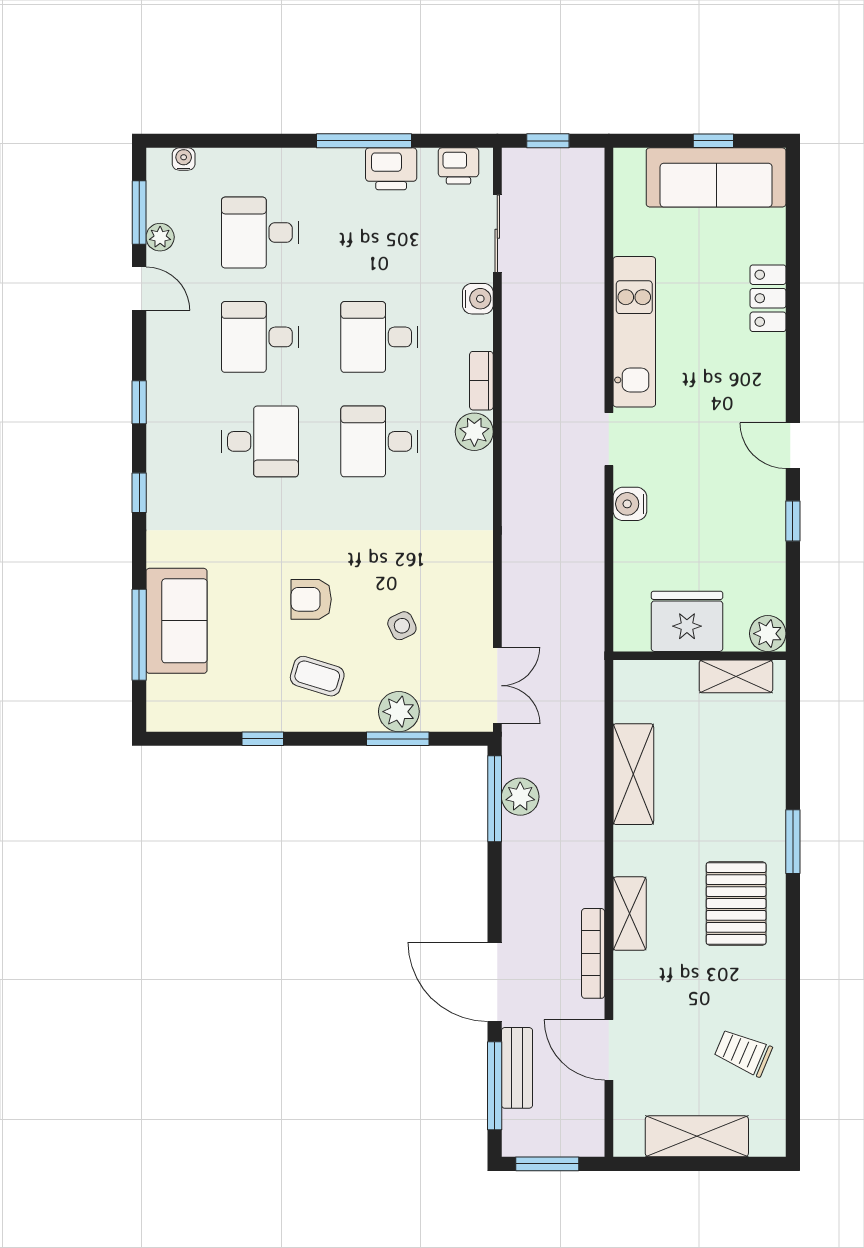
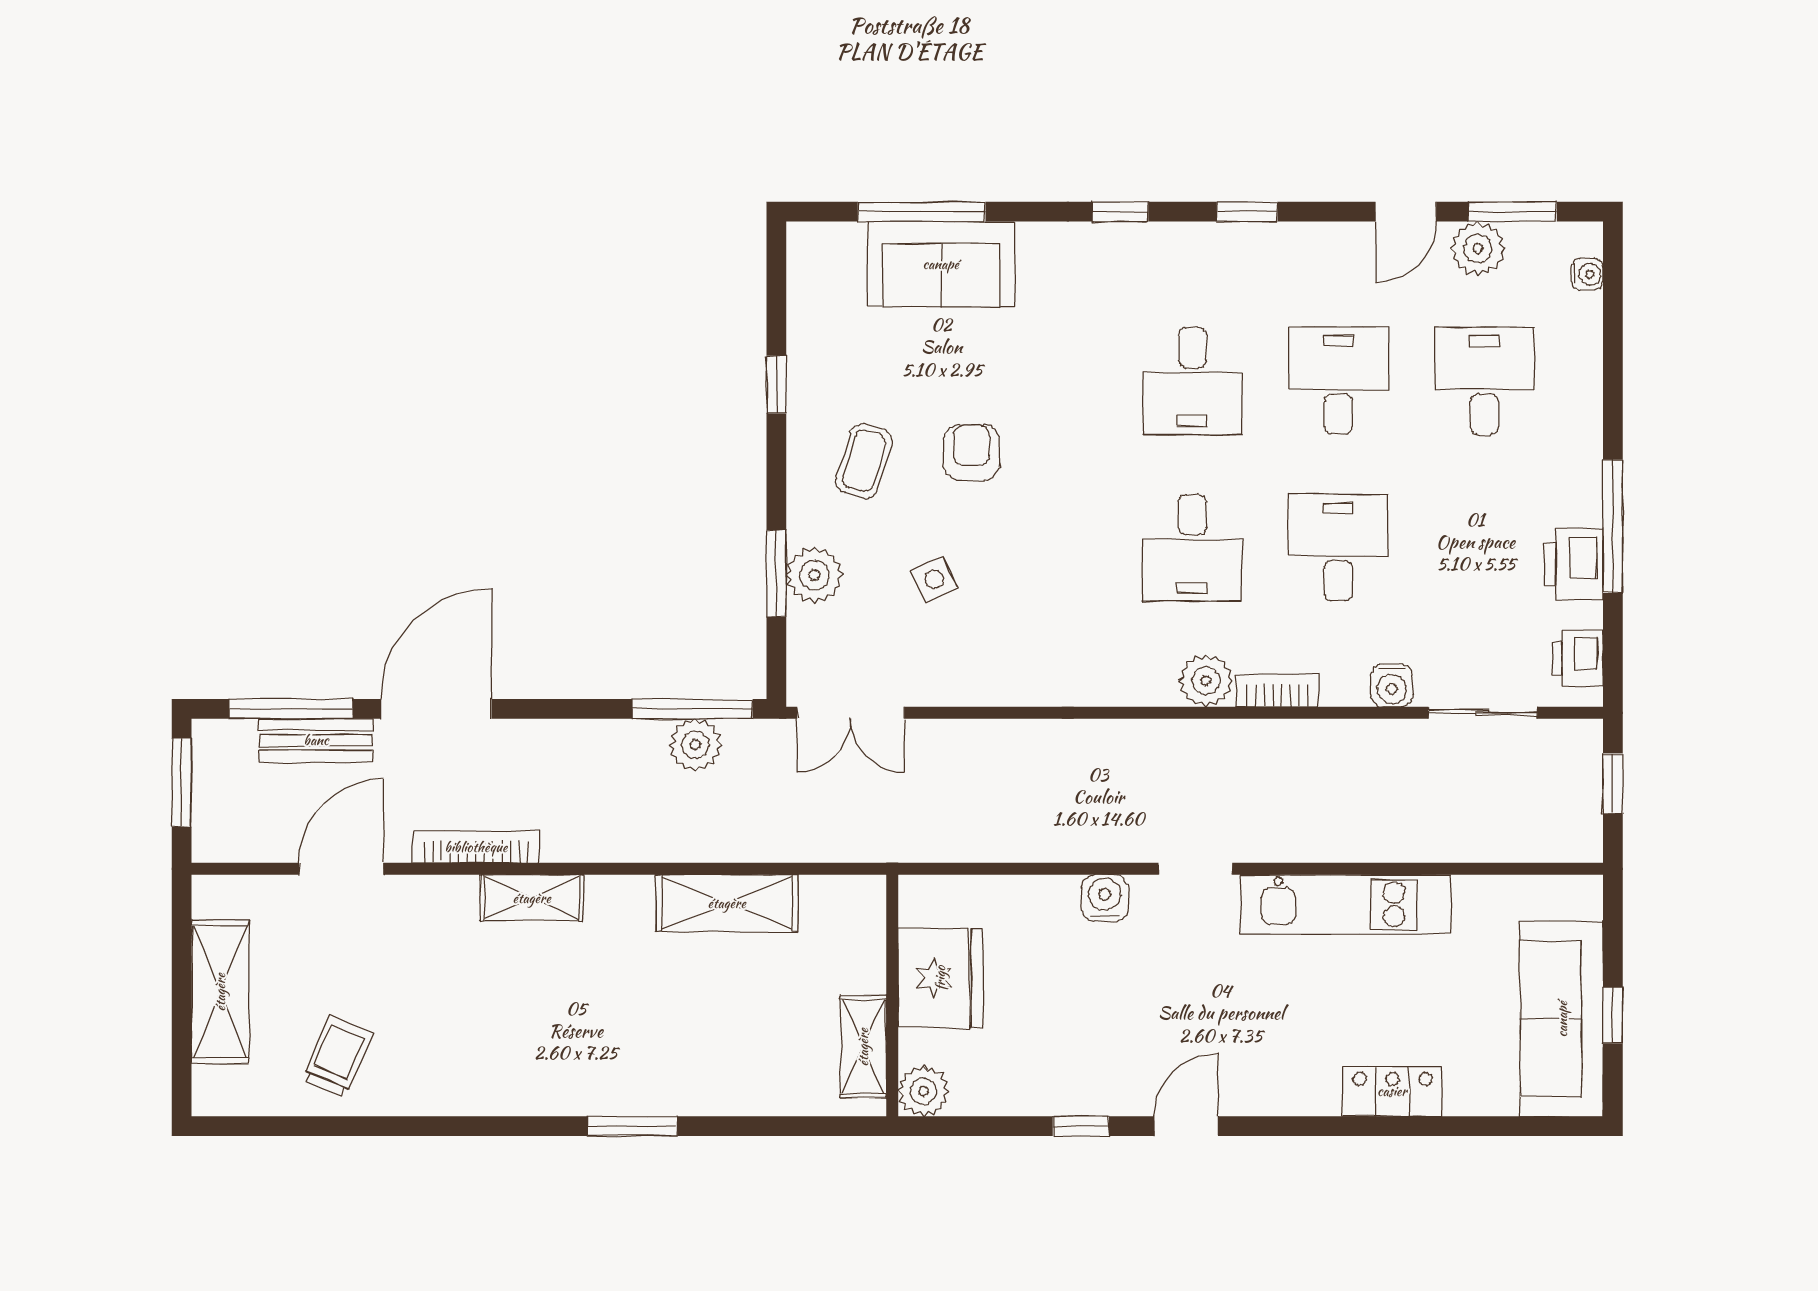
plant: (160, 237) -> (1478, 248), width x1.38, depth x1.38
desk: (379, 441) -> (1192, 548), turned 180
pallet: (736, 903) -> (546, 1047), removed

